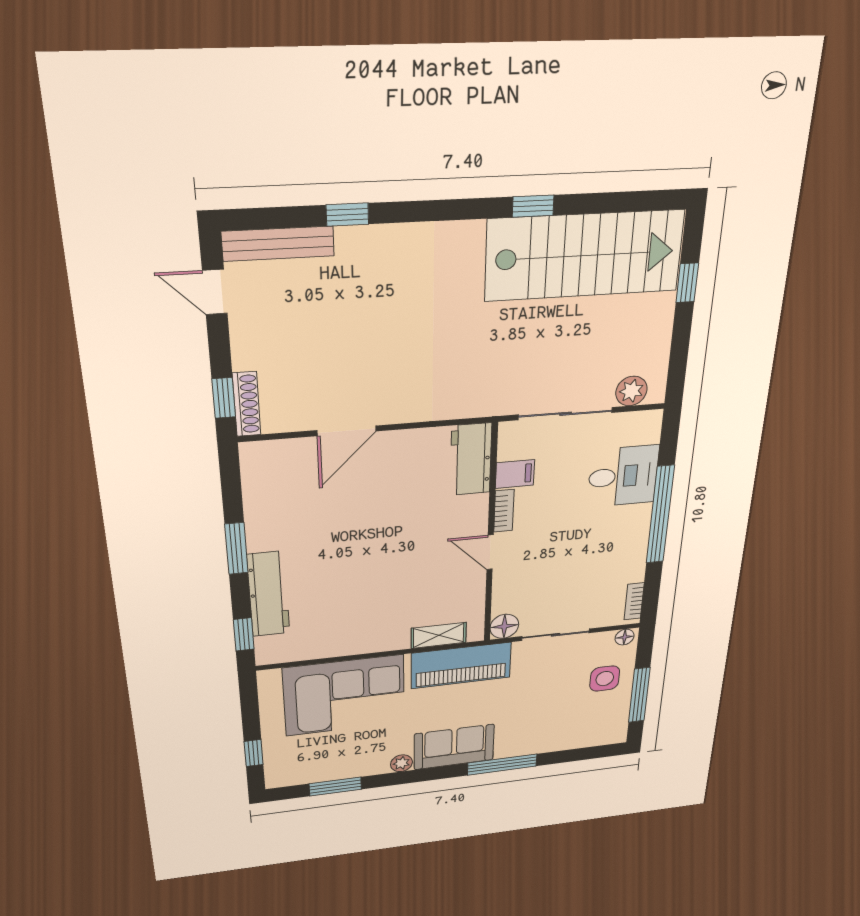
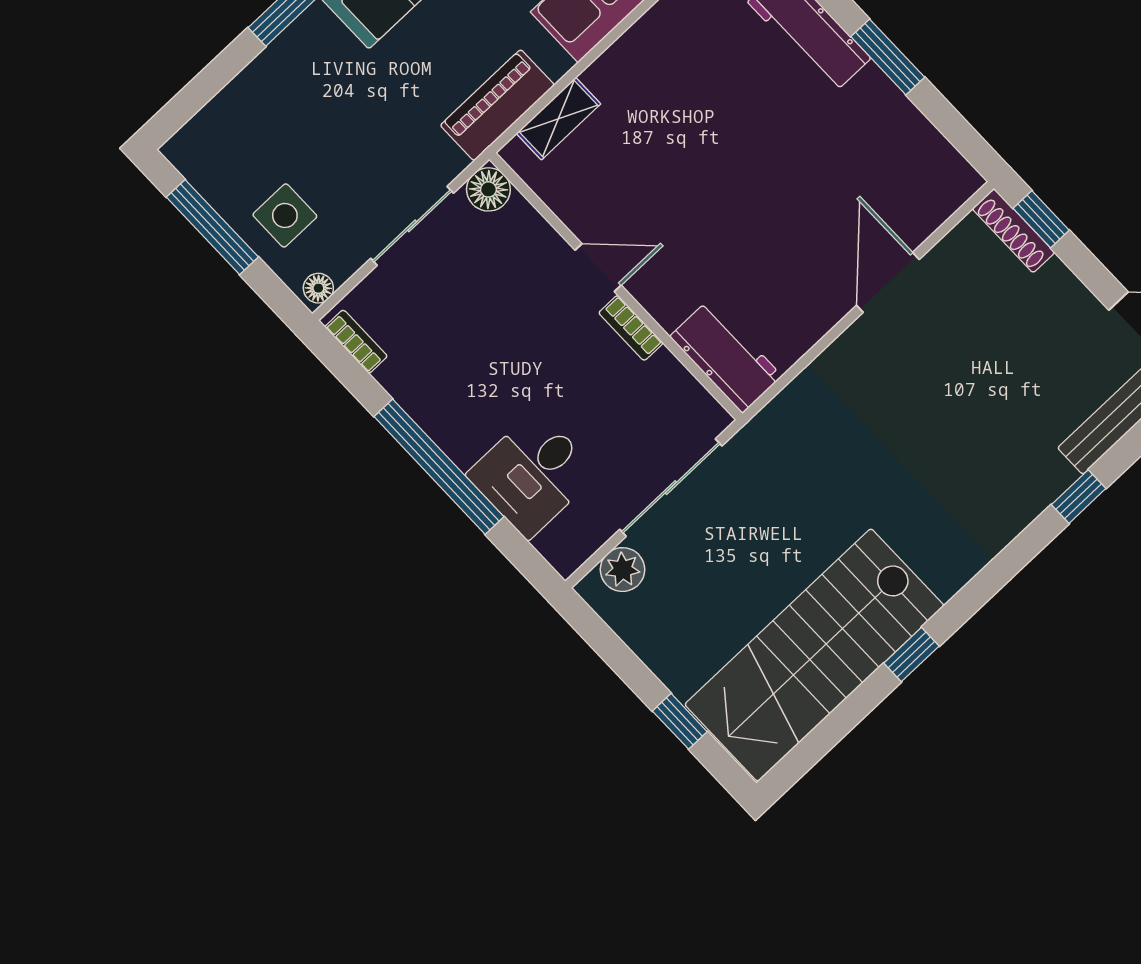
filing cabinet: (515, 474) -> (660, 379), removed
piano: (461, 665) -> (497, 105), width x0.73, depth x0.75

